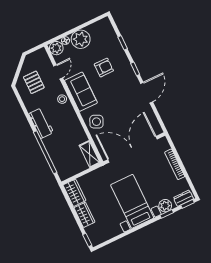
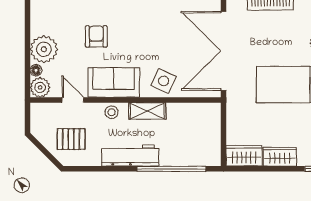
workbench: (41, 123) -> (130, 156), width x1.38
shelving: (90, 154) -> (147, 111), moved

